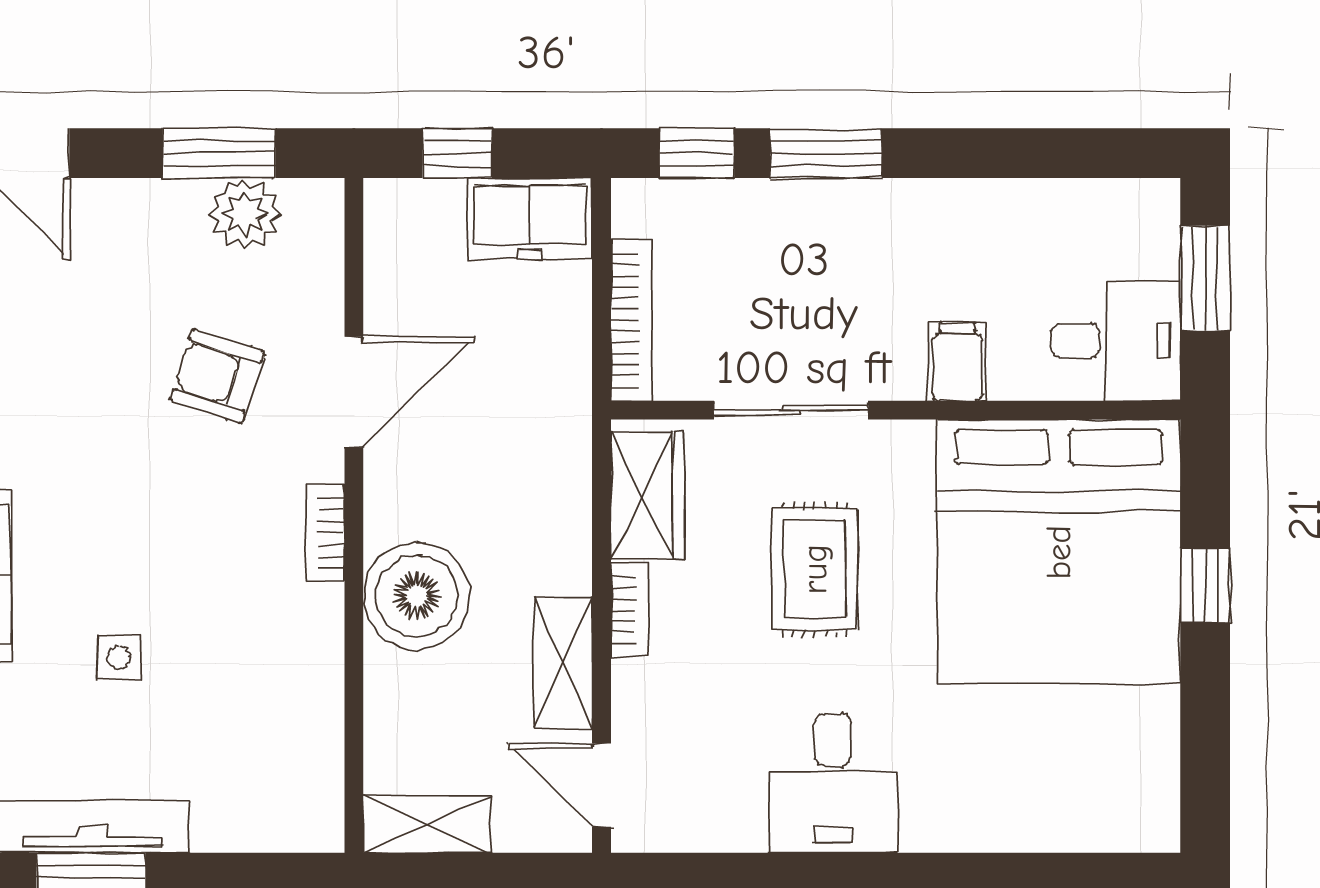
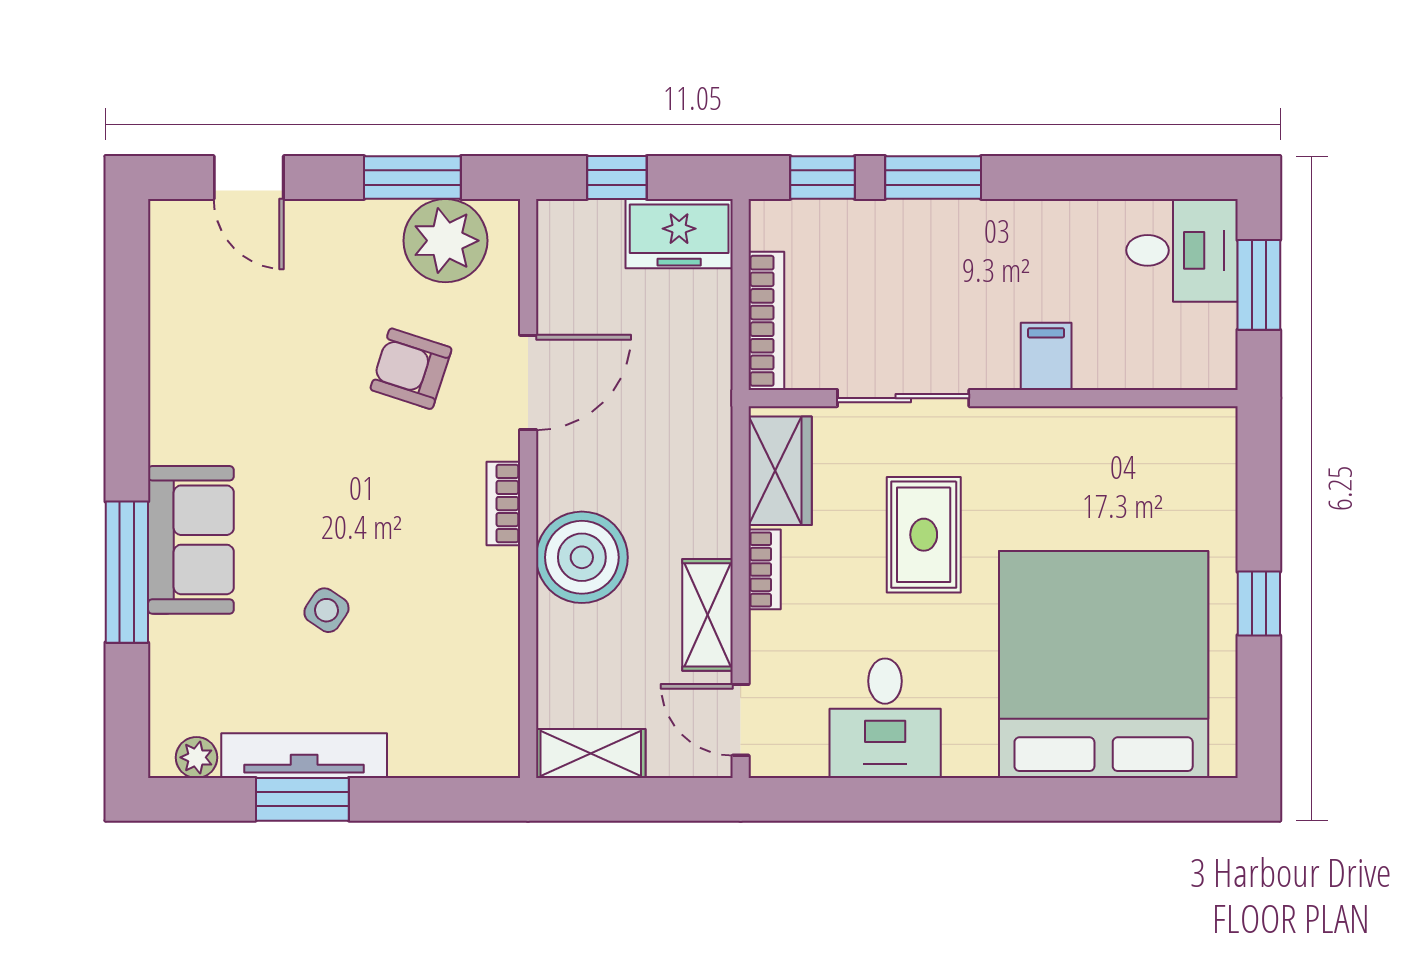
plant: (245, 214) -> (445, 241), width x1.36, depth x1.36
desk: (1116, 341) -> (1182, 250), moved
bed: (1059, 552) -> (1104, 664), moved, turned 180
window: (1205, 585) -> (1259, 604), moved
side table: (119, 657) -> (326, 610), turned 34
desk: (833, 783) -> (885, 718), moved

